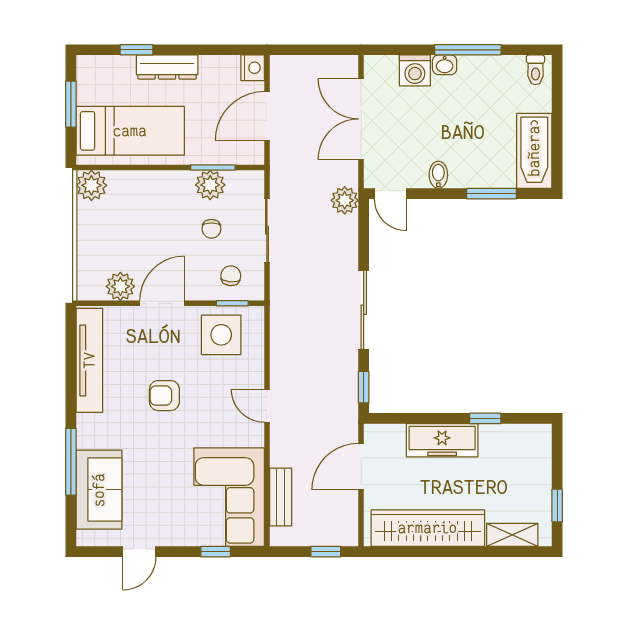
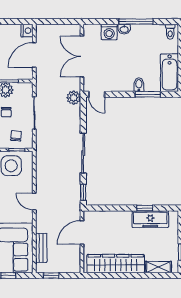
bidet: (438, 175) -> (139, 85), moved
freezer: (442, 440) -> (150, 219), moved
window: (326, 552) -> (51, 276), moved

